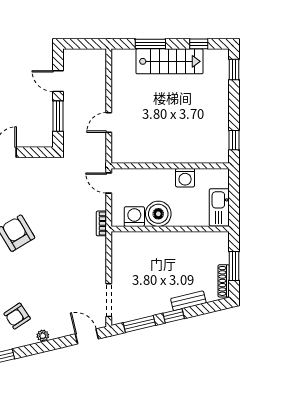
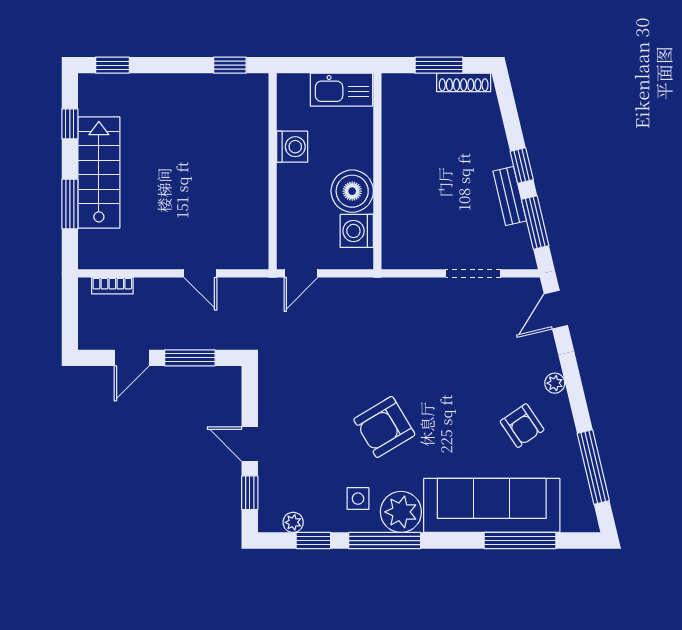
bookcase: (101, 223) -> (112, 286), moved
doorway: (109, 300) -> (473, 273), moved
bench: (188, 301) -> (510, 196), moved

